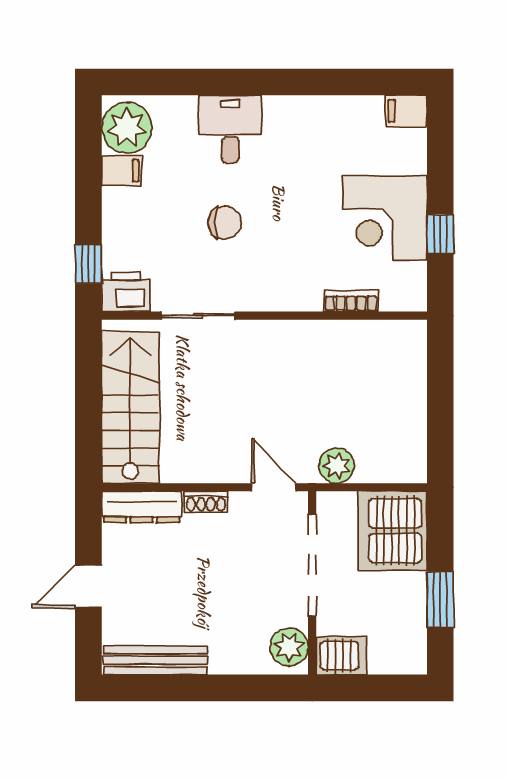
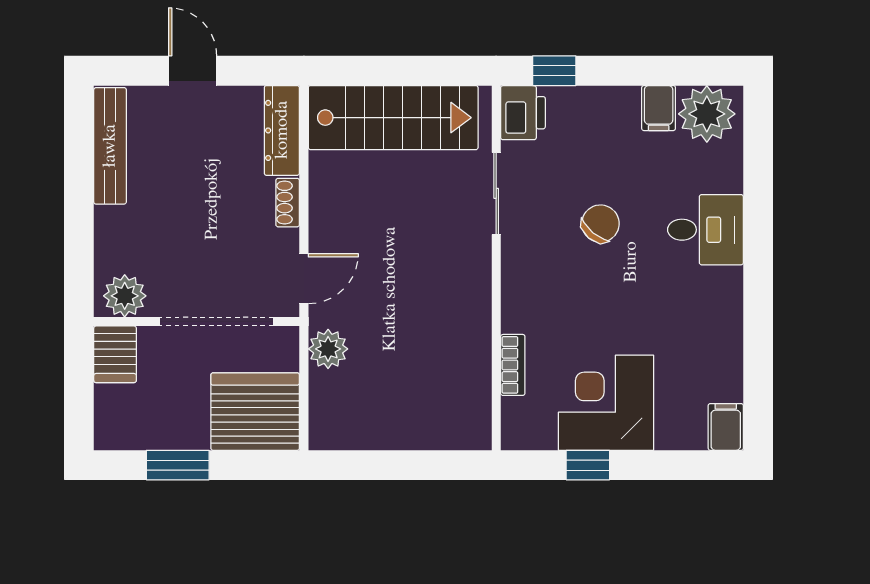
chair: (225, 223) -> (600, 224), turned -140

